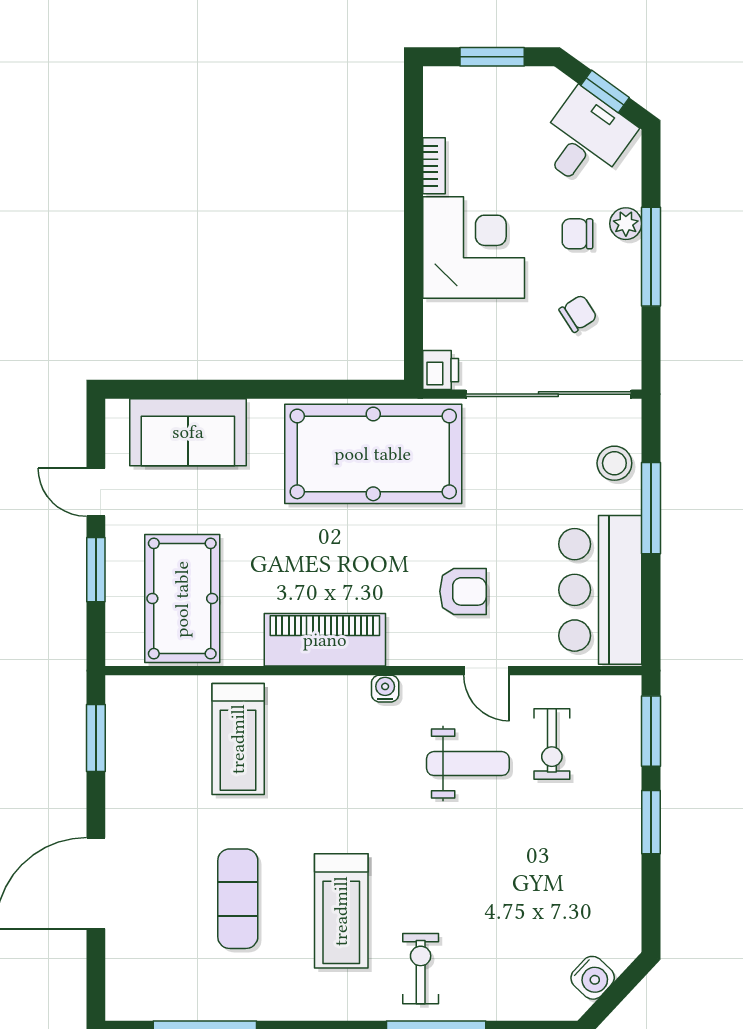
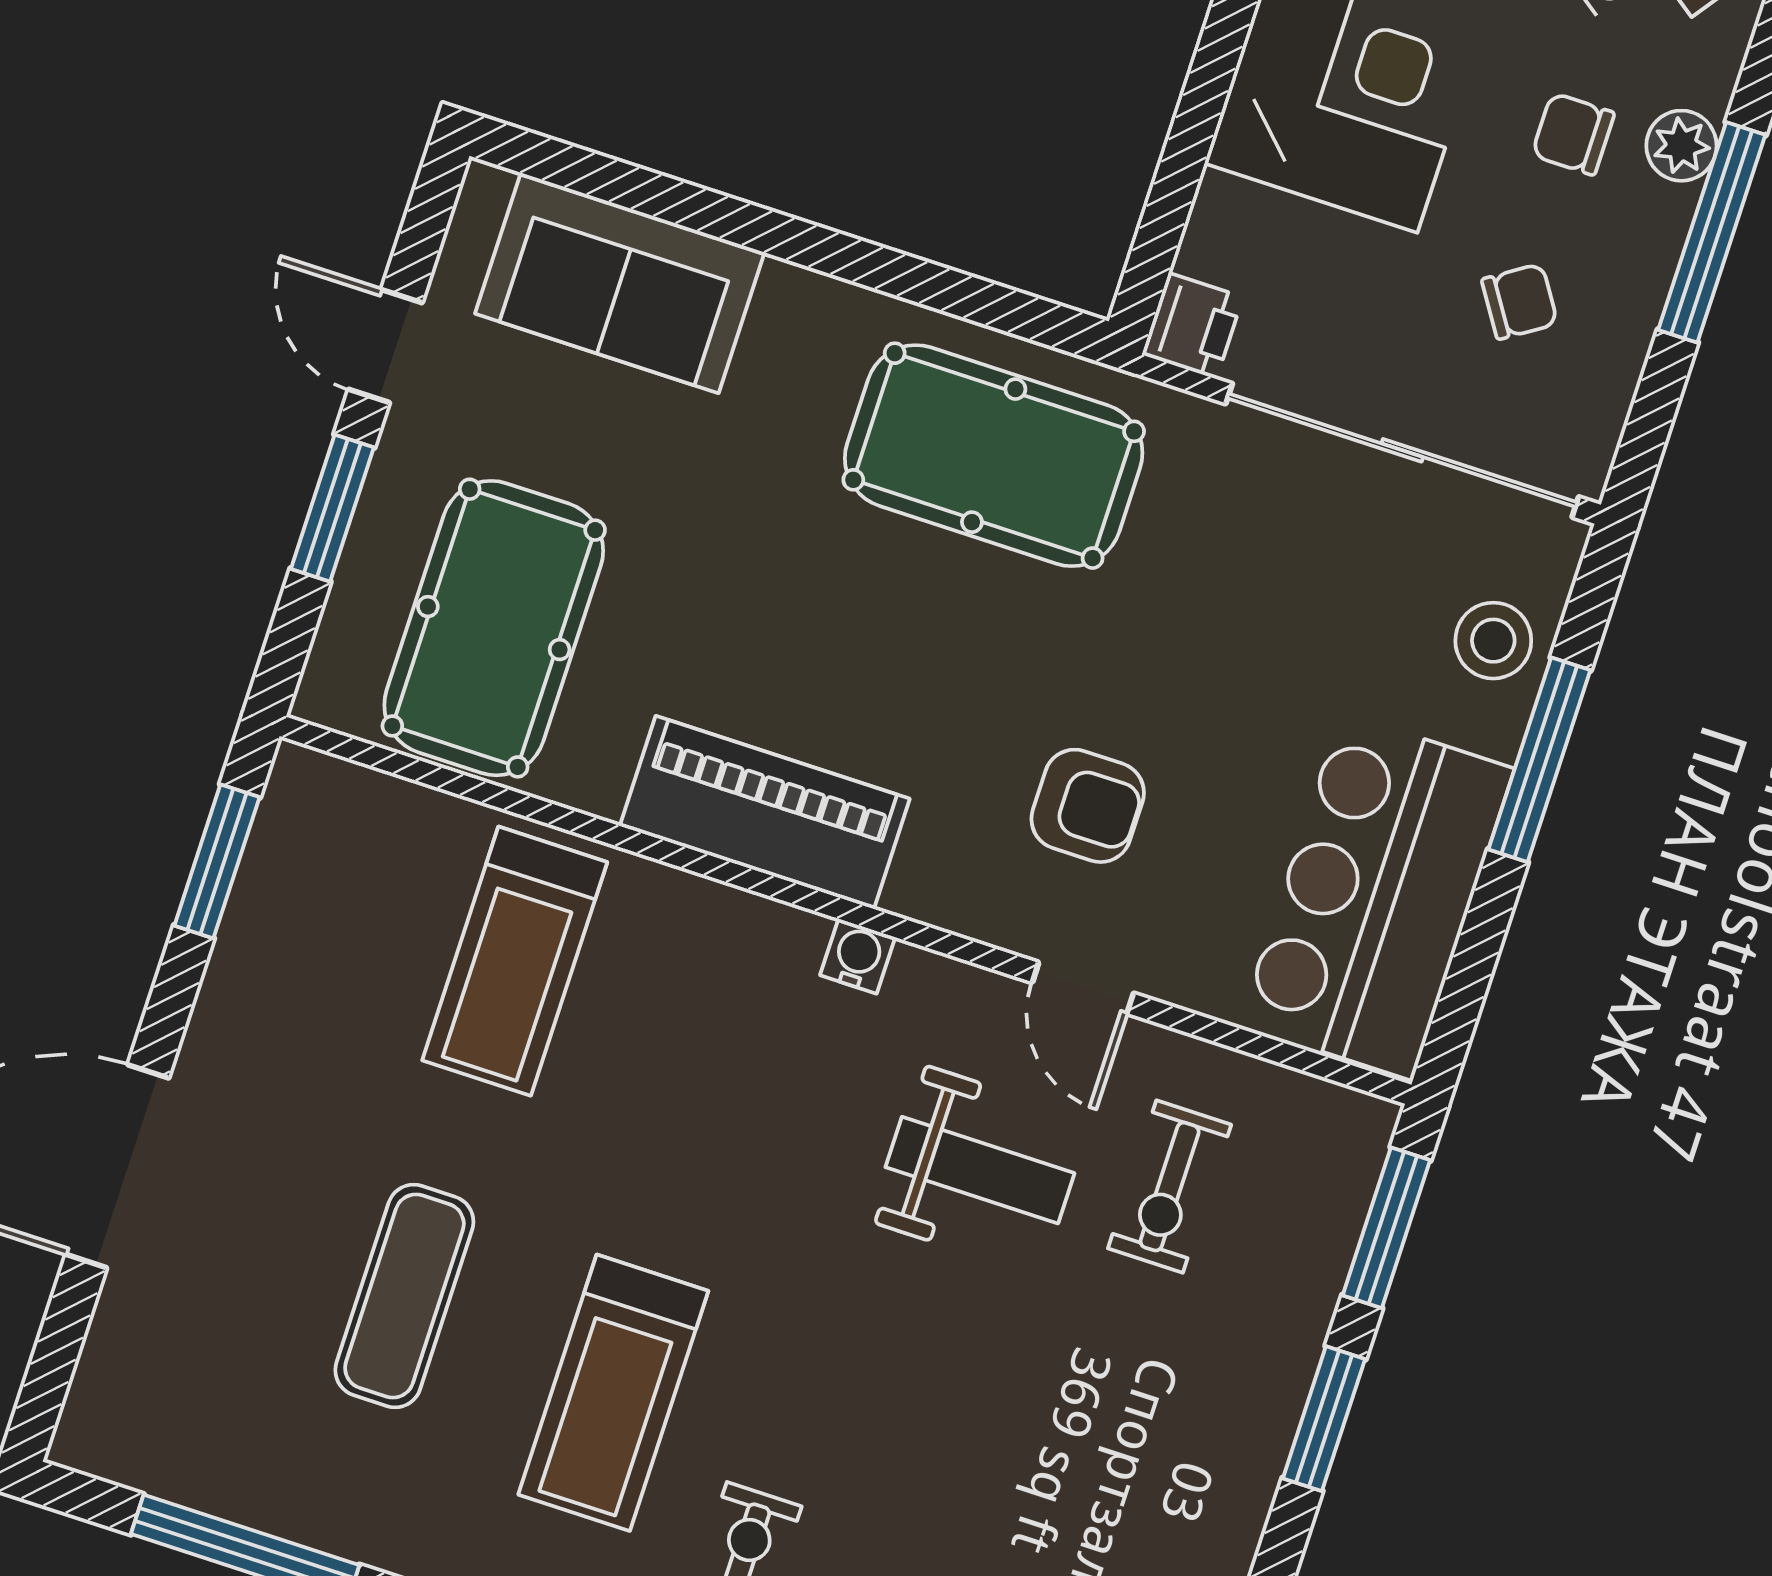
pool table: (373, 454) -> (994, 456), width x0.73, depth x0.76

